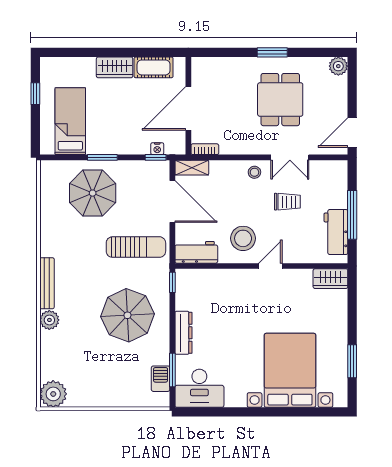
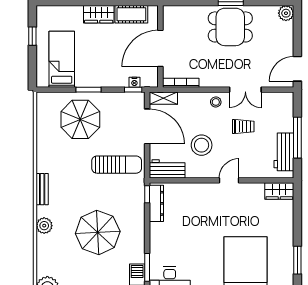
dining table: (280, 100) -> (230, 27), moved, turned 90
bookcase: (205, 149) -> (181, 83), width x1.56
stool: (243, 238) -> (202, 145), moved
bench: (47, 283) -> (42, 189), width x0.73
parasol: (127, 315) -> (98, 232), moved
dresser: (183, 333) -> (156, 203), moved

